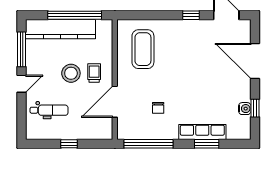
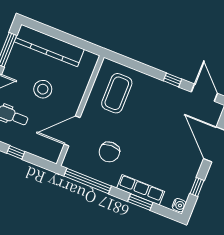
window: (75, 15) -> (67, 38), removed
trolley: (94, 73) -> (64, 97), removed
chair: (158, 108) -> (109, 152), width x1.87, depth x1.87
water cooler: (245, 109) -> (179, 205), moved

